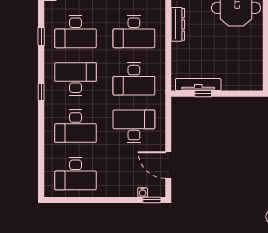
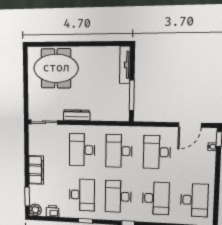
desk: (134, 32) -> (82, 150), turned 180
desk: (134, 79) -> (119, 151), turned 180
tv unit: (198, 85) -> (125, 65), moved
window: (203, 94) -> (132, 95), width x2.17

